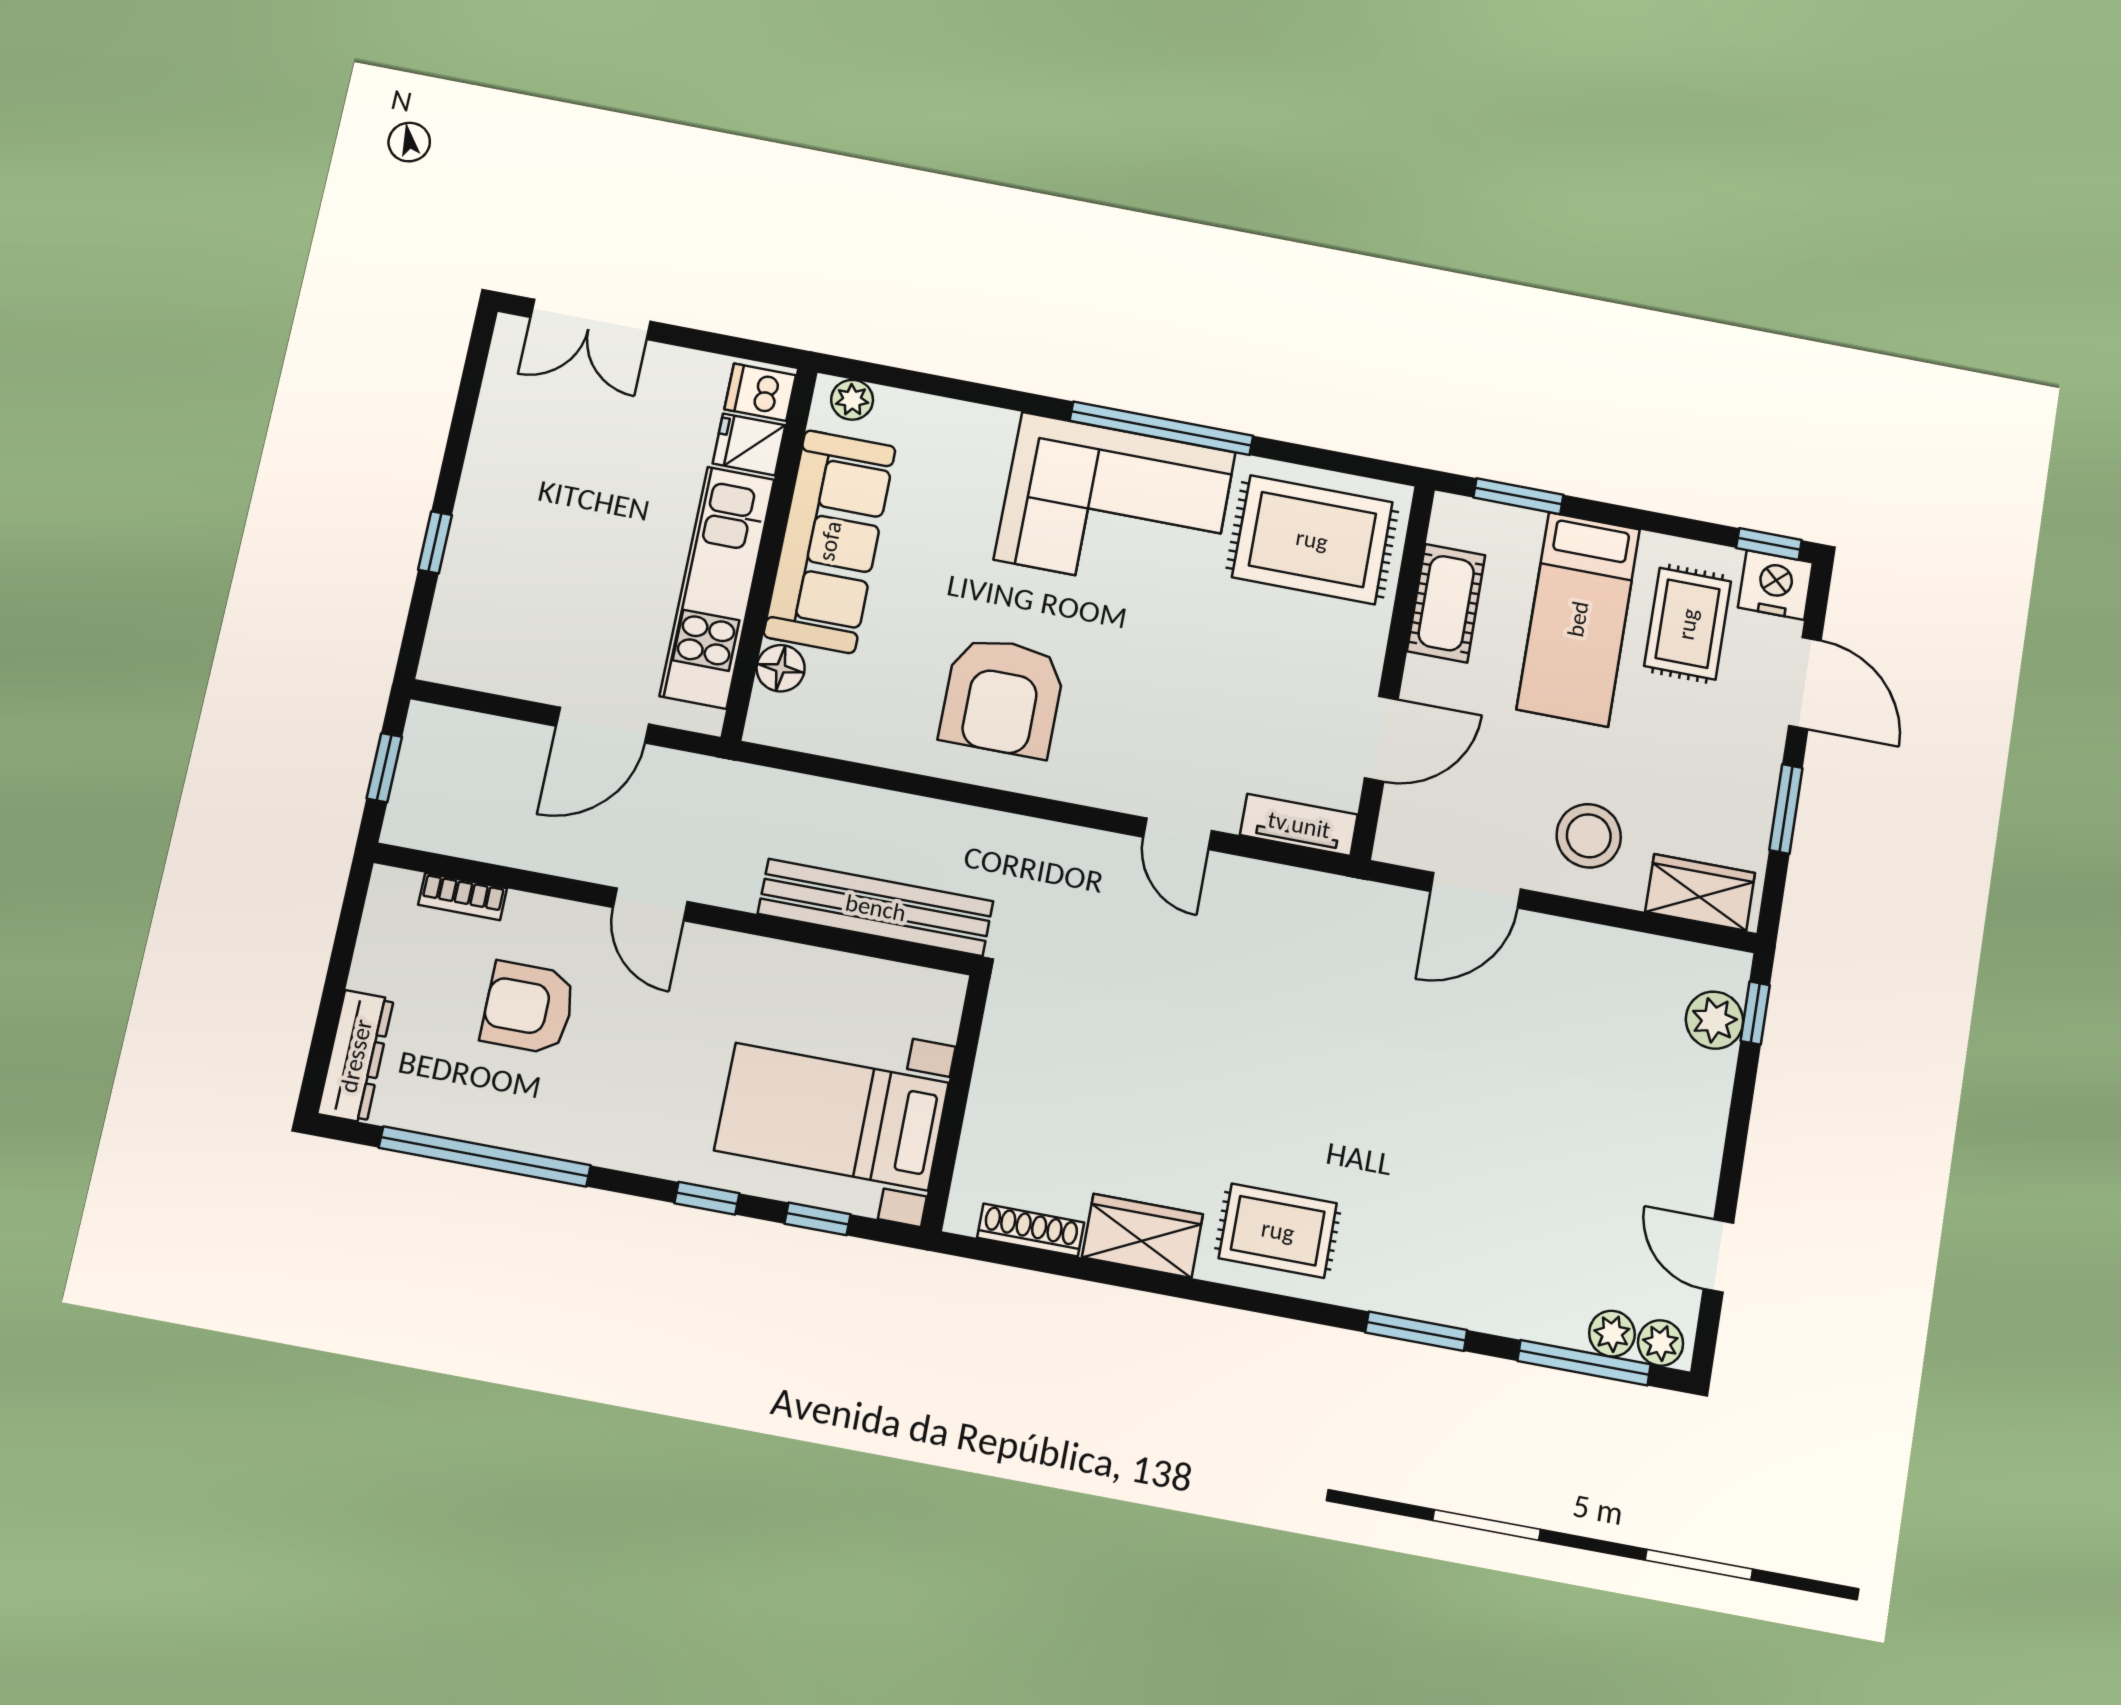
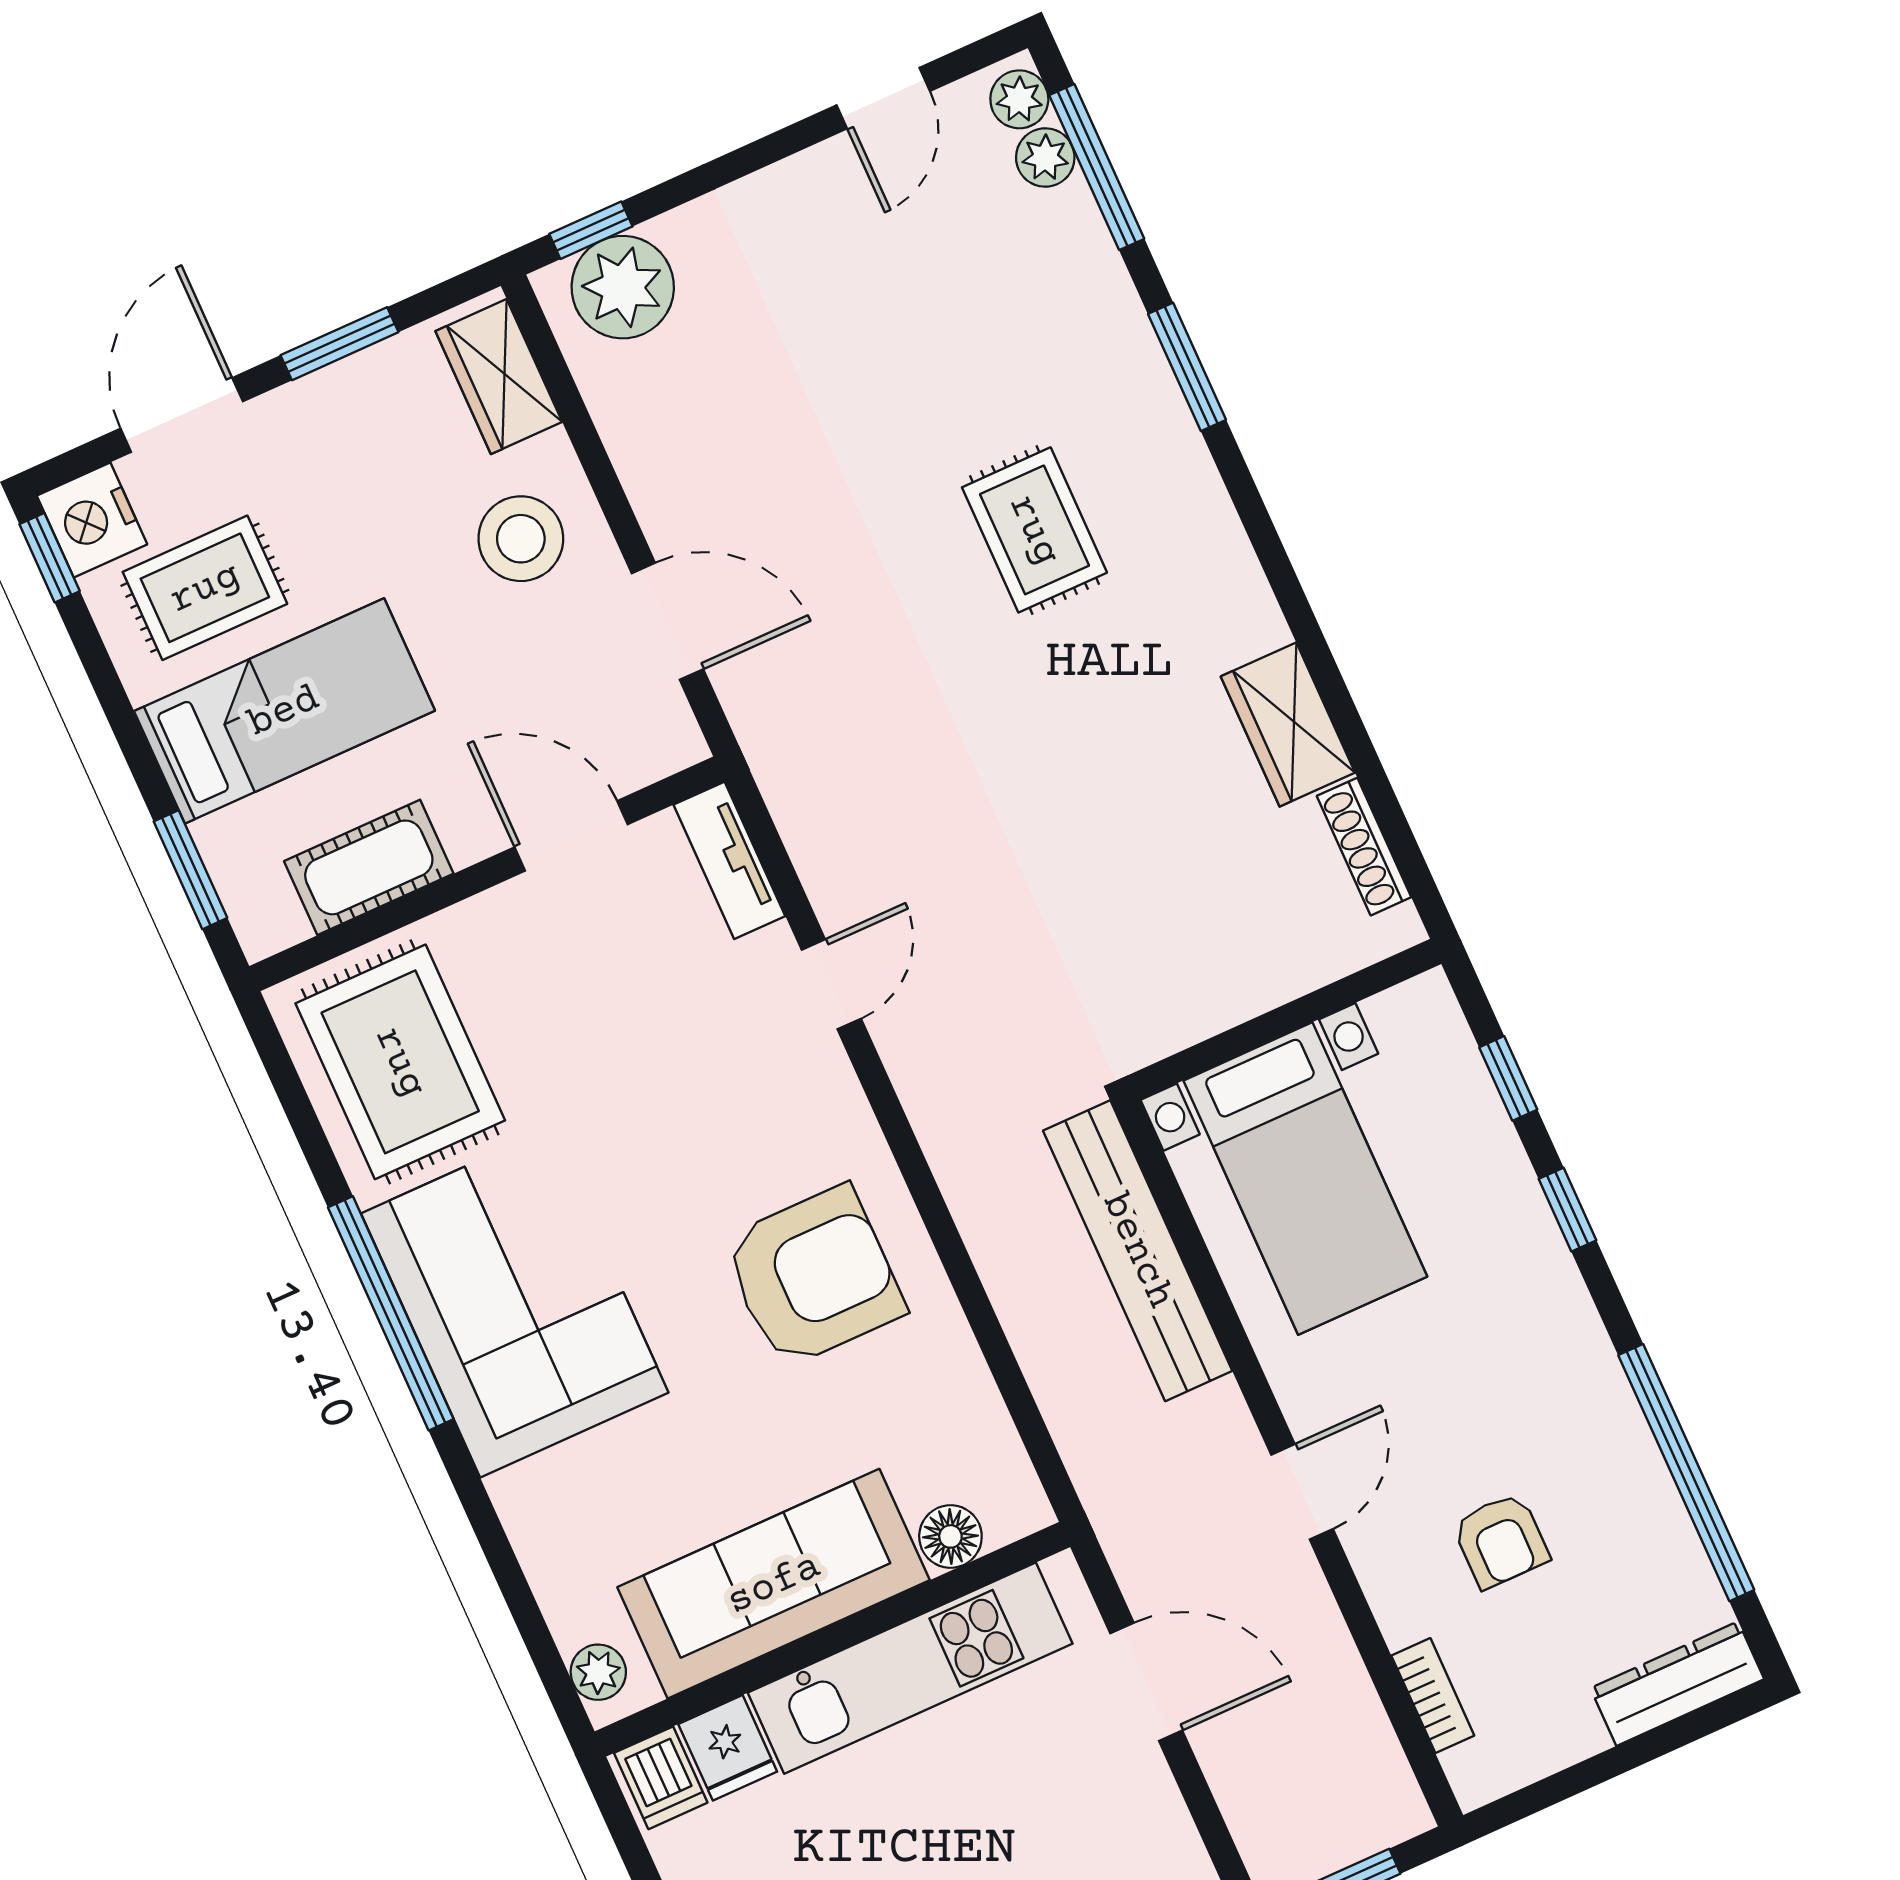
armchair: (528, 1008) -> (1501, 1541), width x0.72, depth x0.72
plant: (1714, 1020) -> (623, 287), width x1.36, depth x1.36
bed with nightstands: (832, 1117) -> (1305, 1179), moved
rug: (1278, 1231) -> (1034, 530), moved

